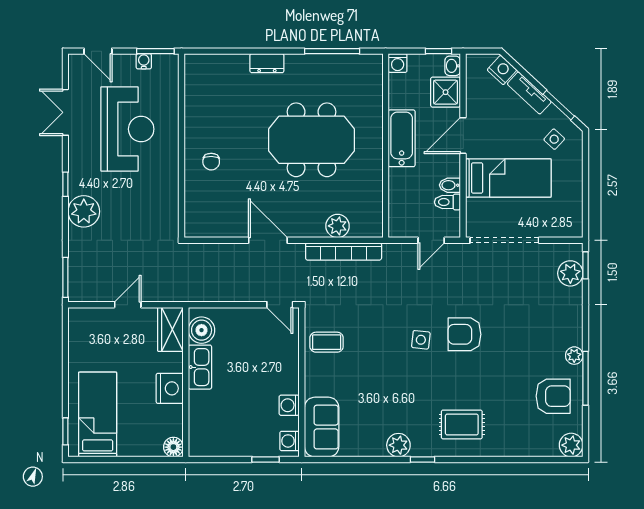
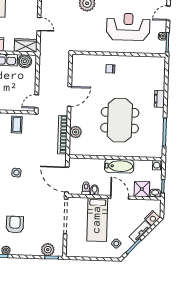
reception desk: (127, 129) -> (128, 27), turned 180
door: (431, 240) -> (67, 179), width x1.87
armchair: (464, 334) -> (15, 225), moved

